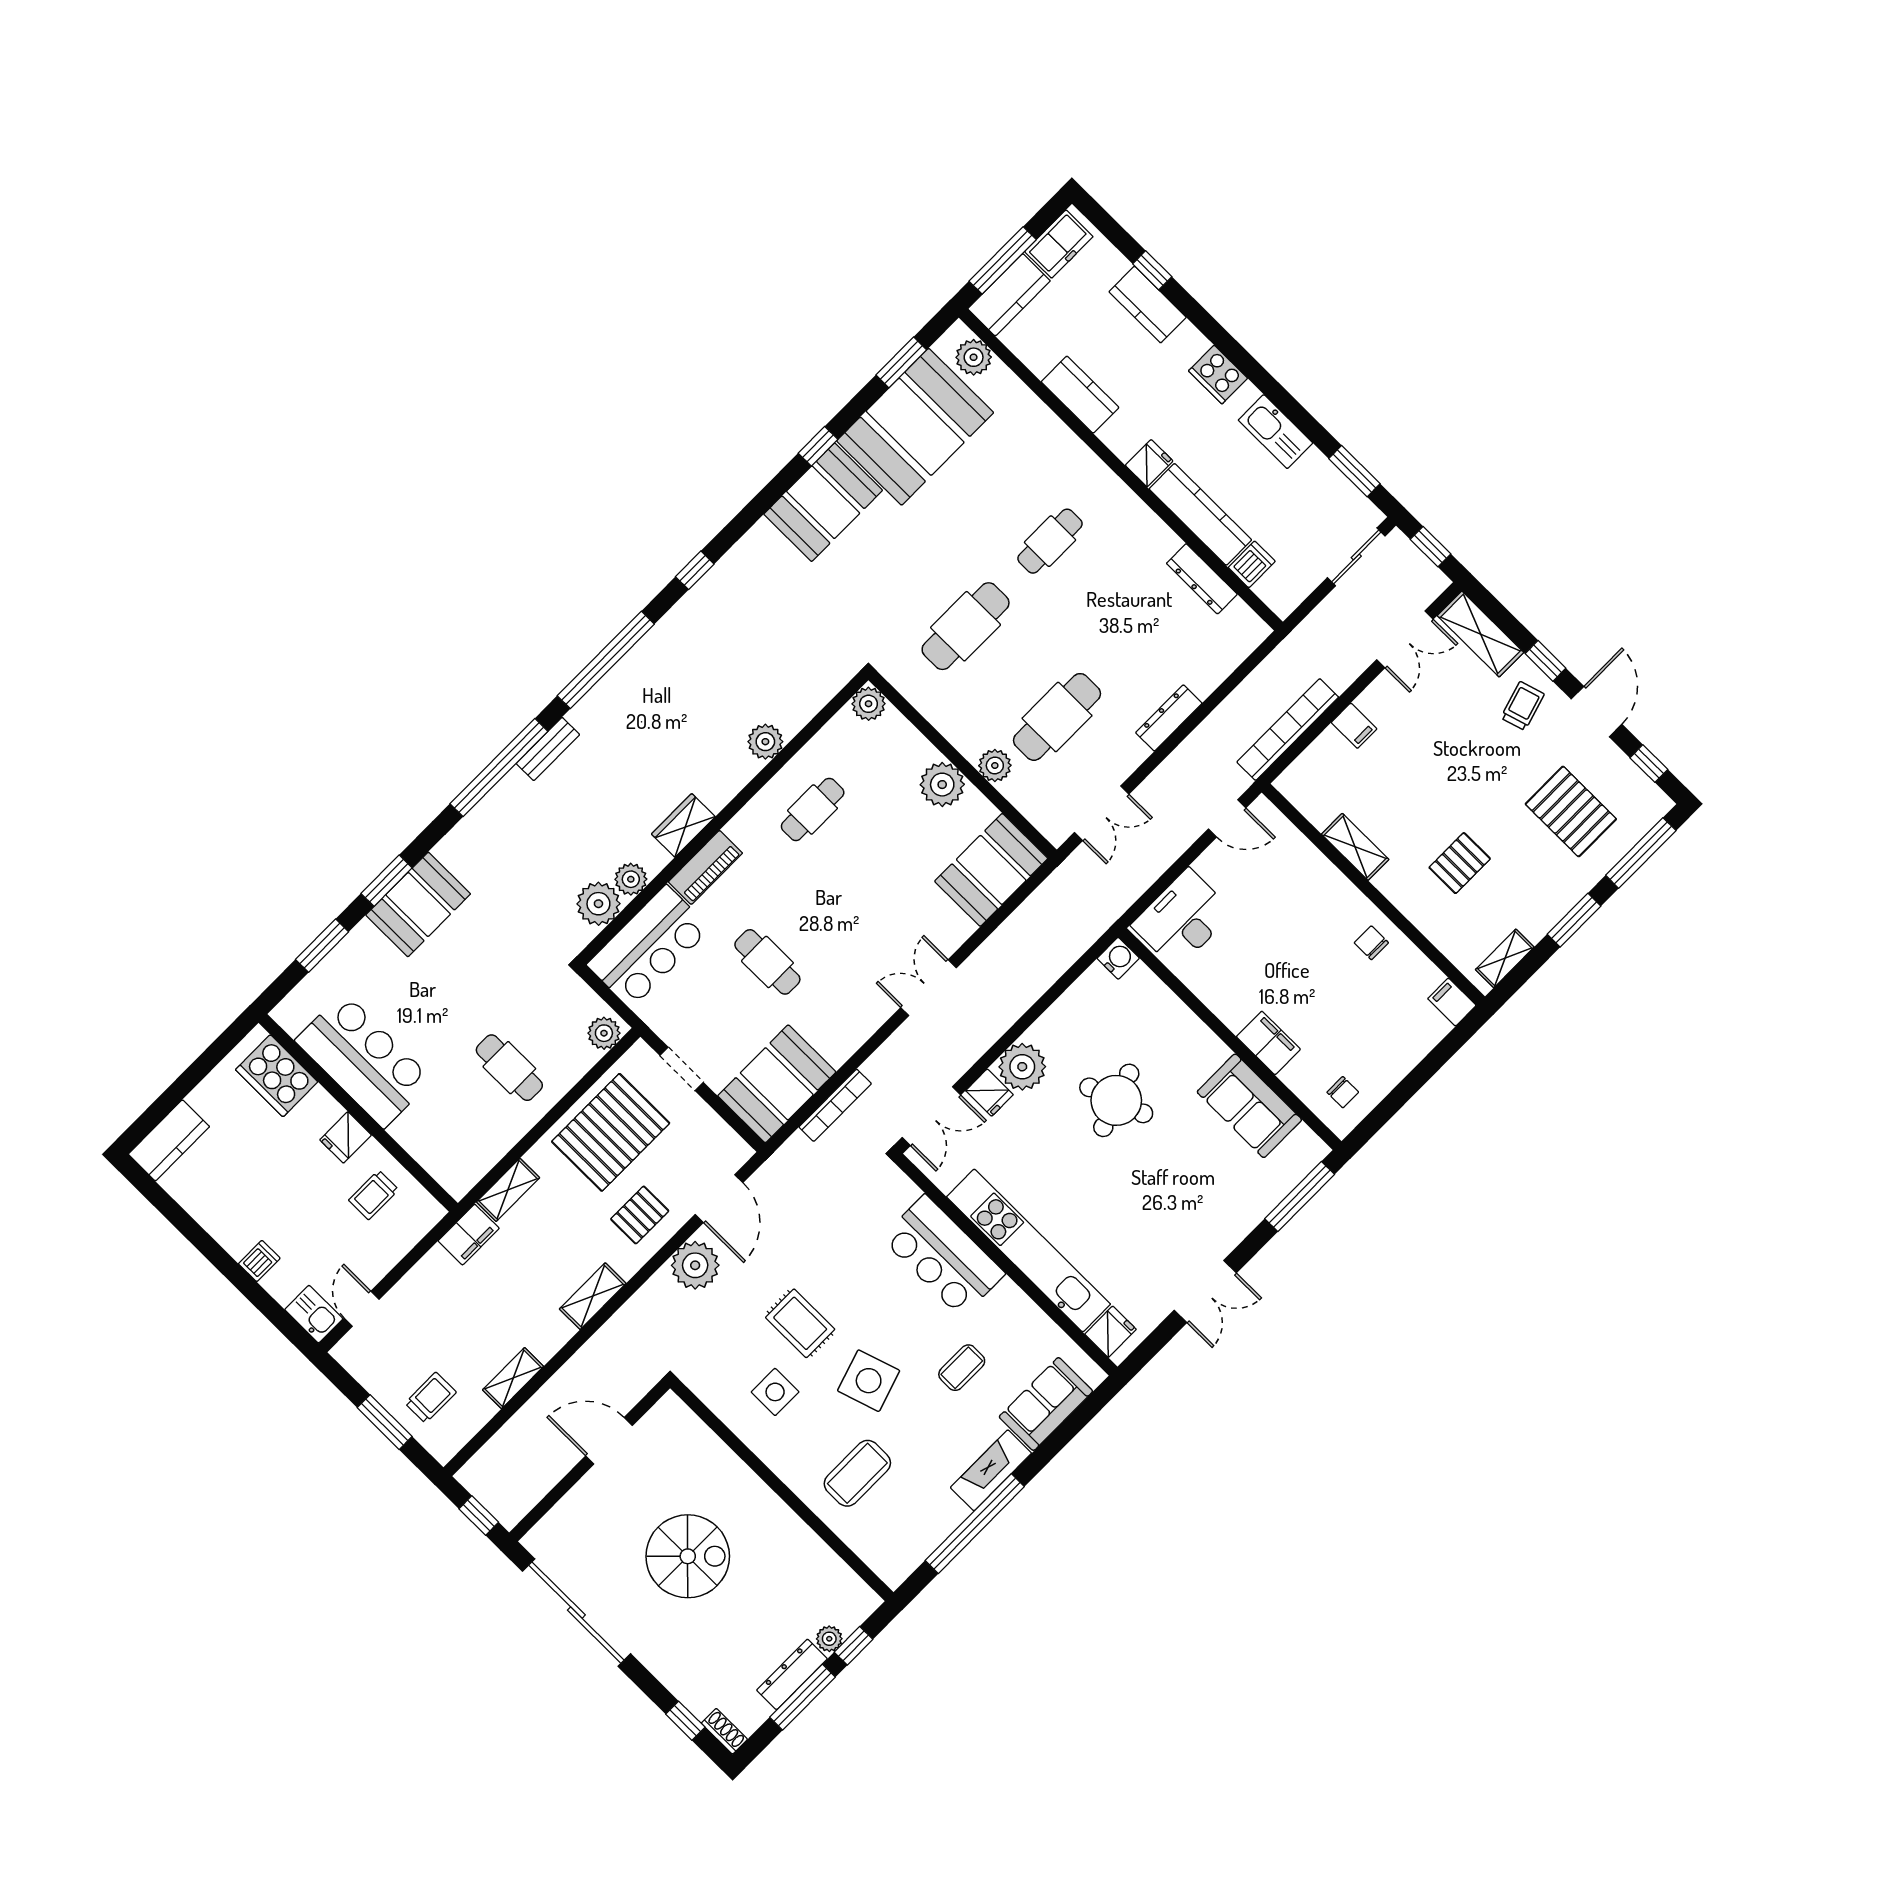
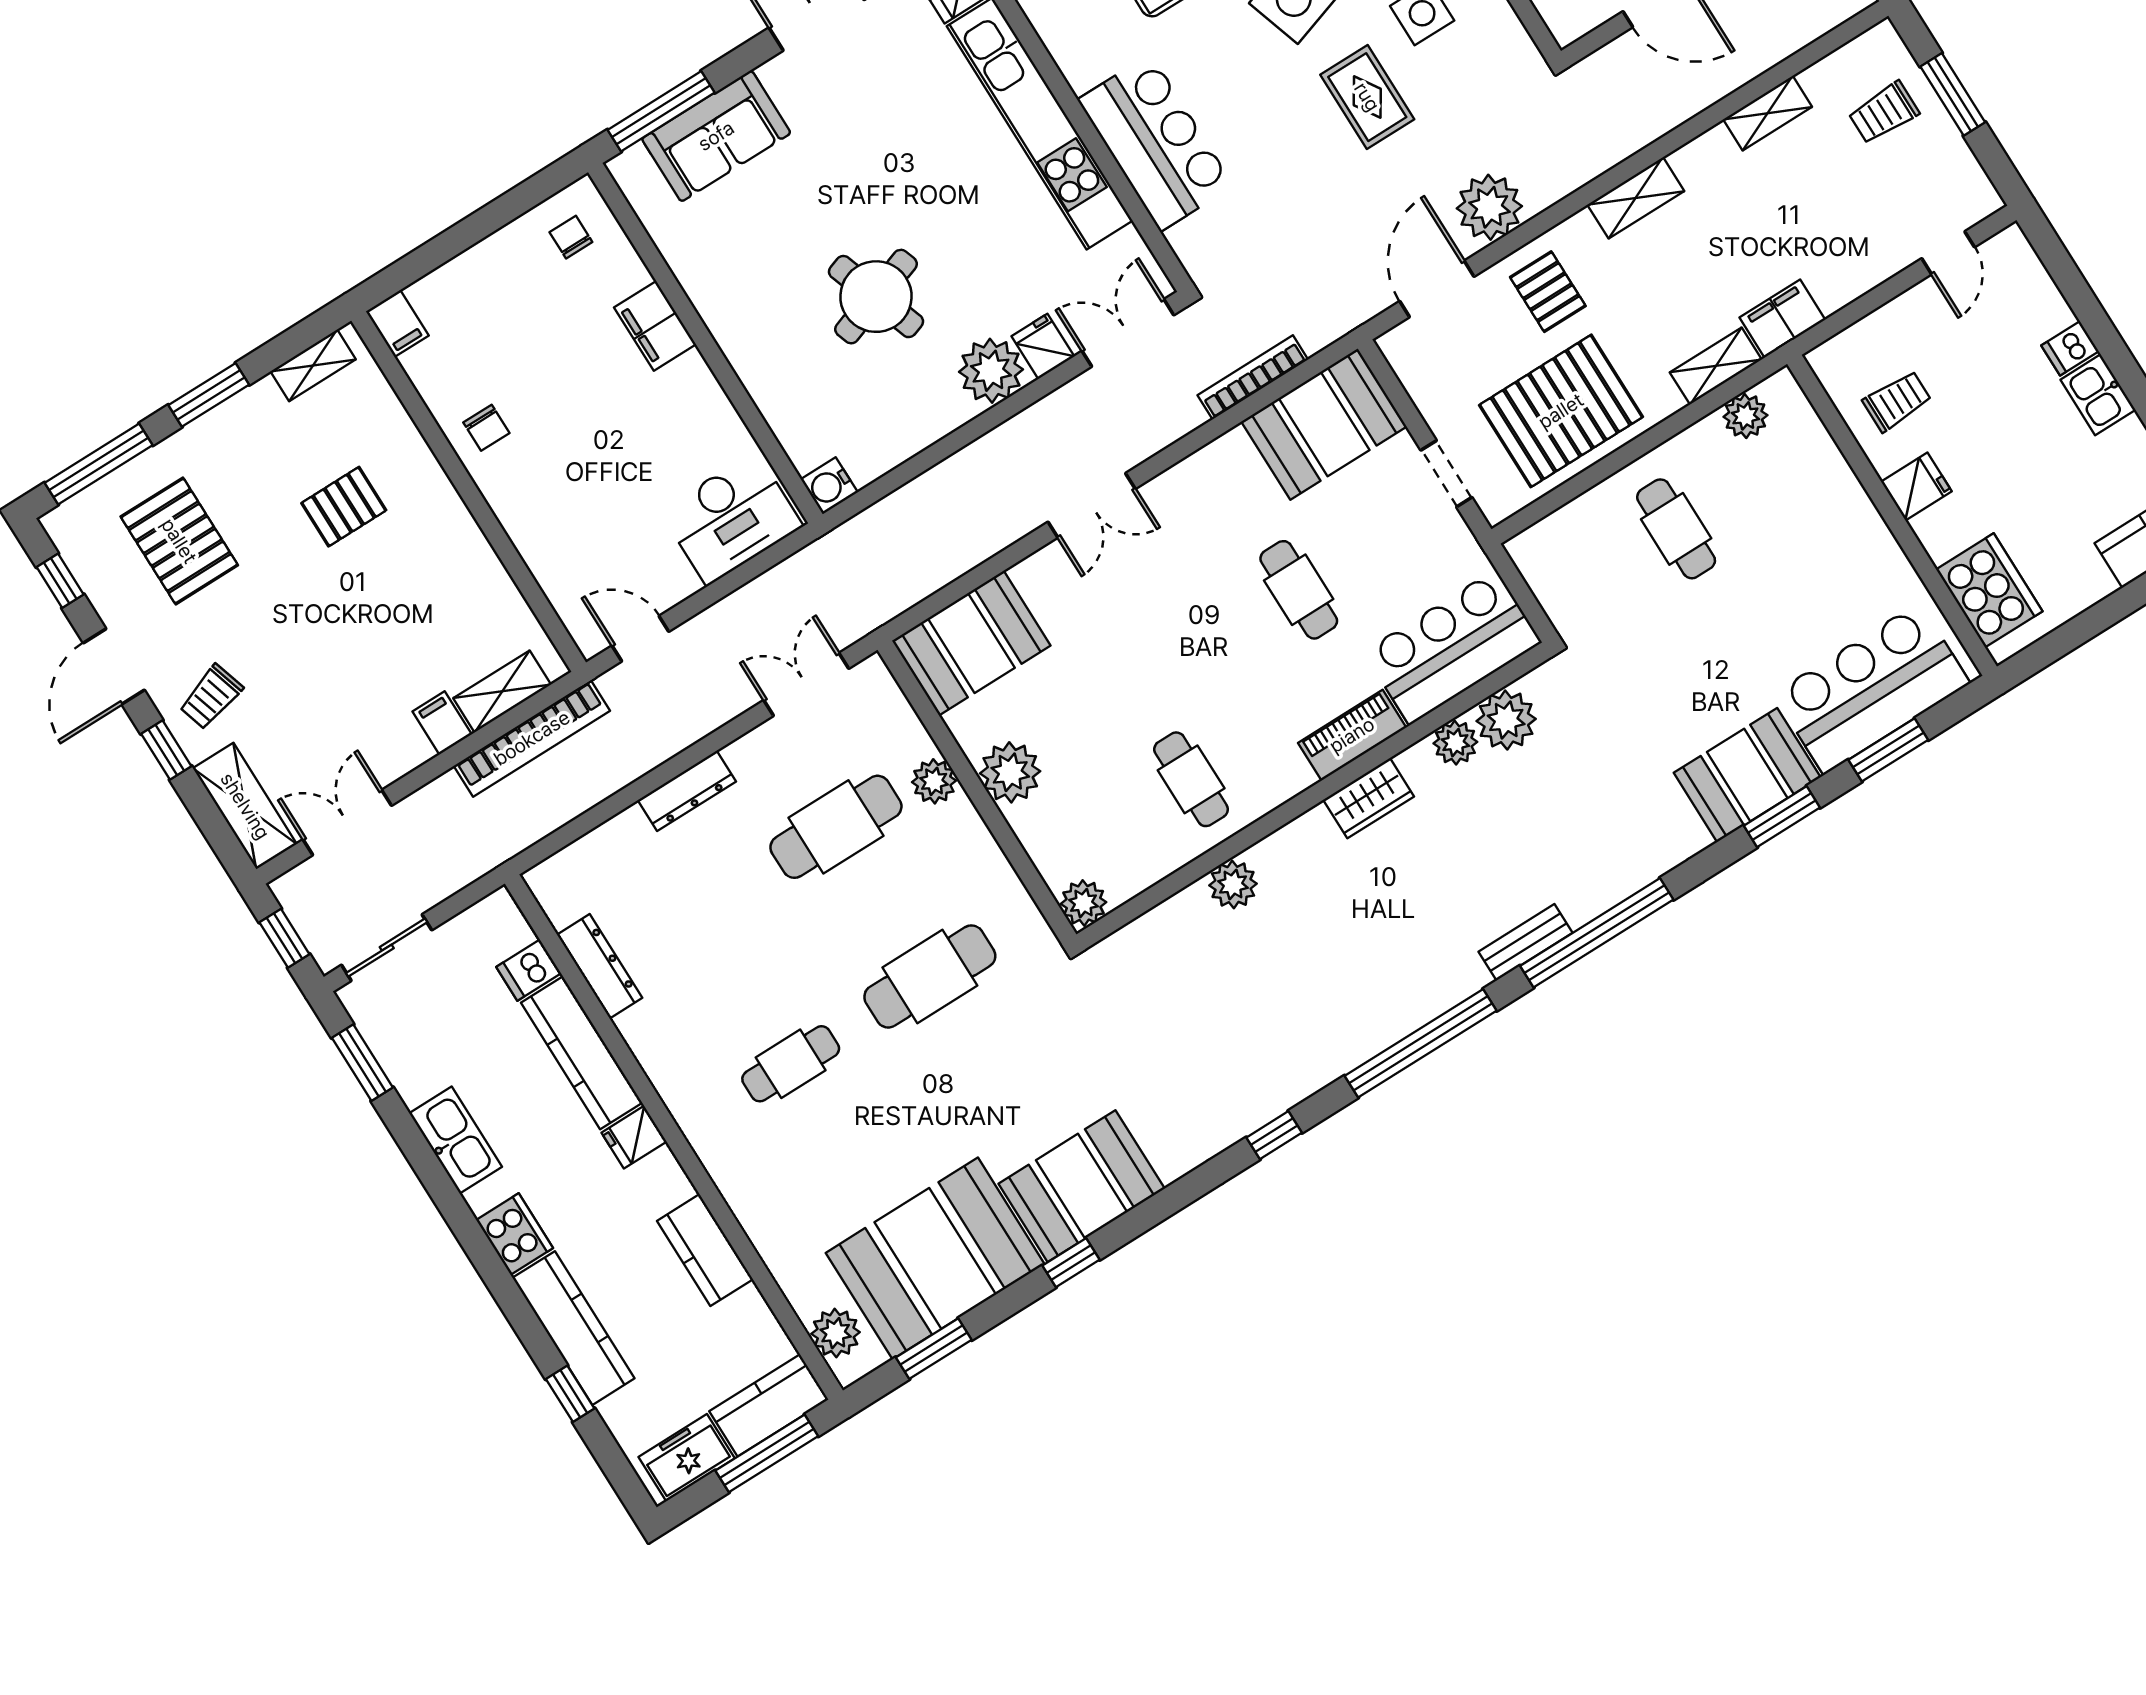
kitchen counter: (1148, 305) -> (574, 1328), width x1.50
cafe table: (813, 809) -> (1191, 779), turned 90
shelving: (1355, 847) -> (502, 691), moved, turned 90
plant: (604, 1033) -> (1745, 416), moved
bar counter: (364, 1060) -> (1872, 688), moved, turned 90
sofa: (1249, 1106) -> (716, 136), moved, turned 90
pallet: (640, 1215) -> (1548, 292), turned 90
kitchen sink: (314, 1314) -> (2098, 395), moved

